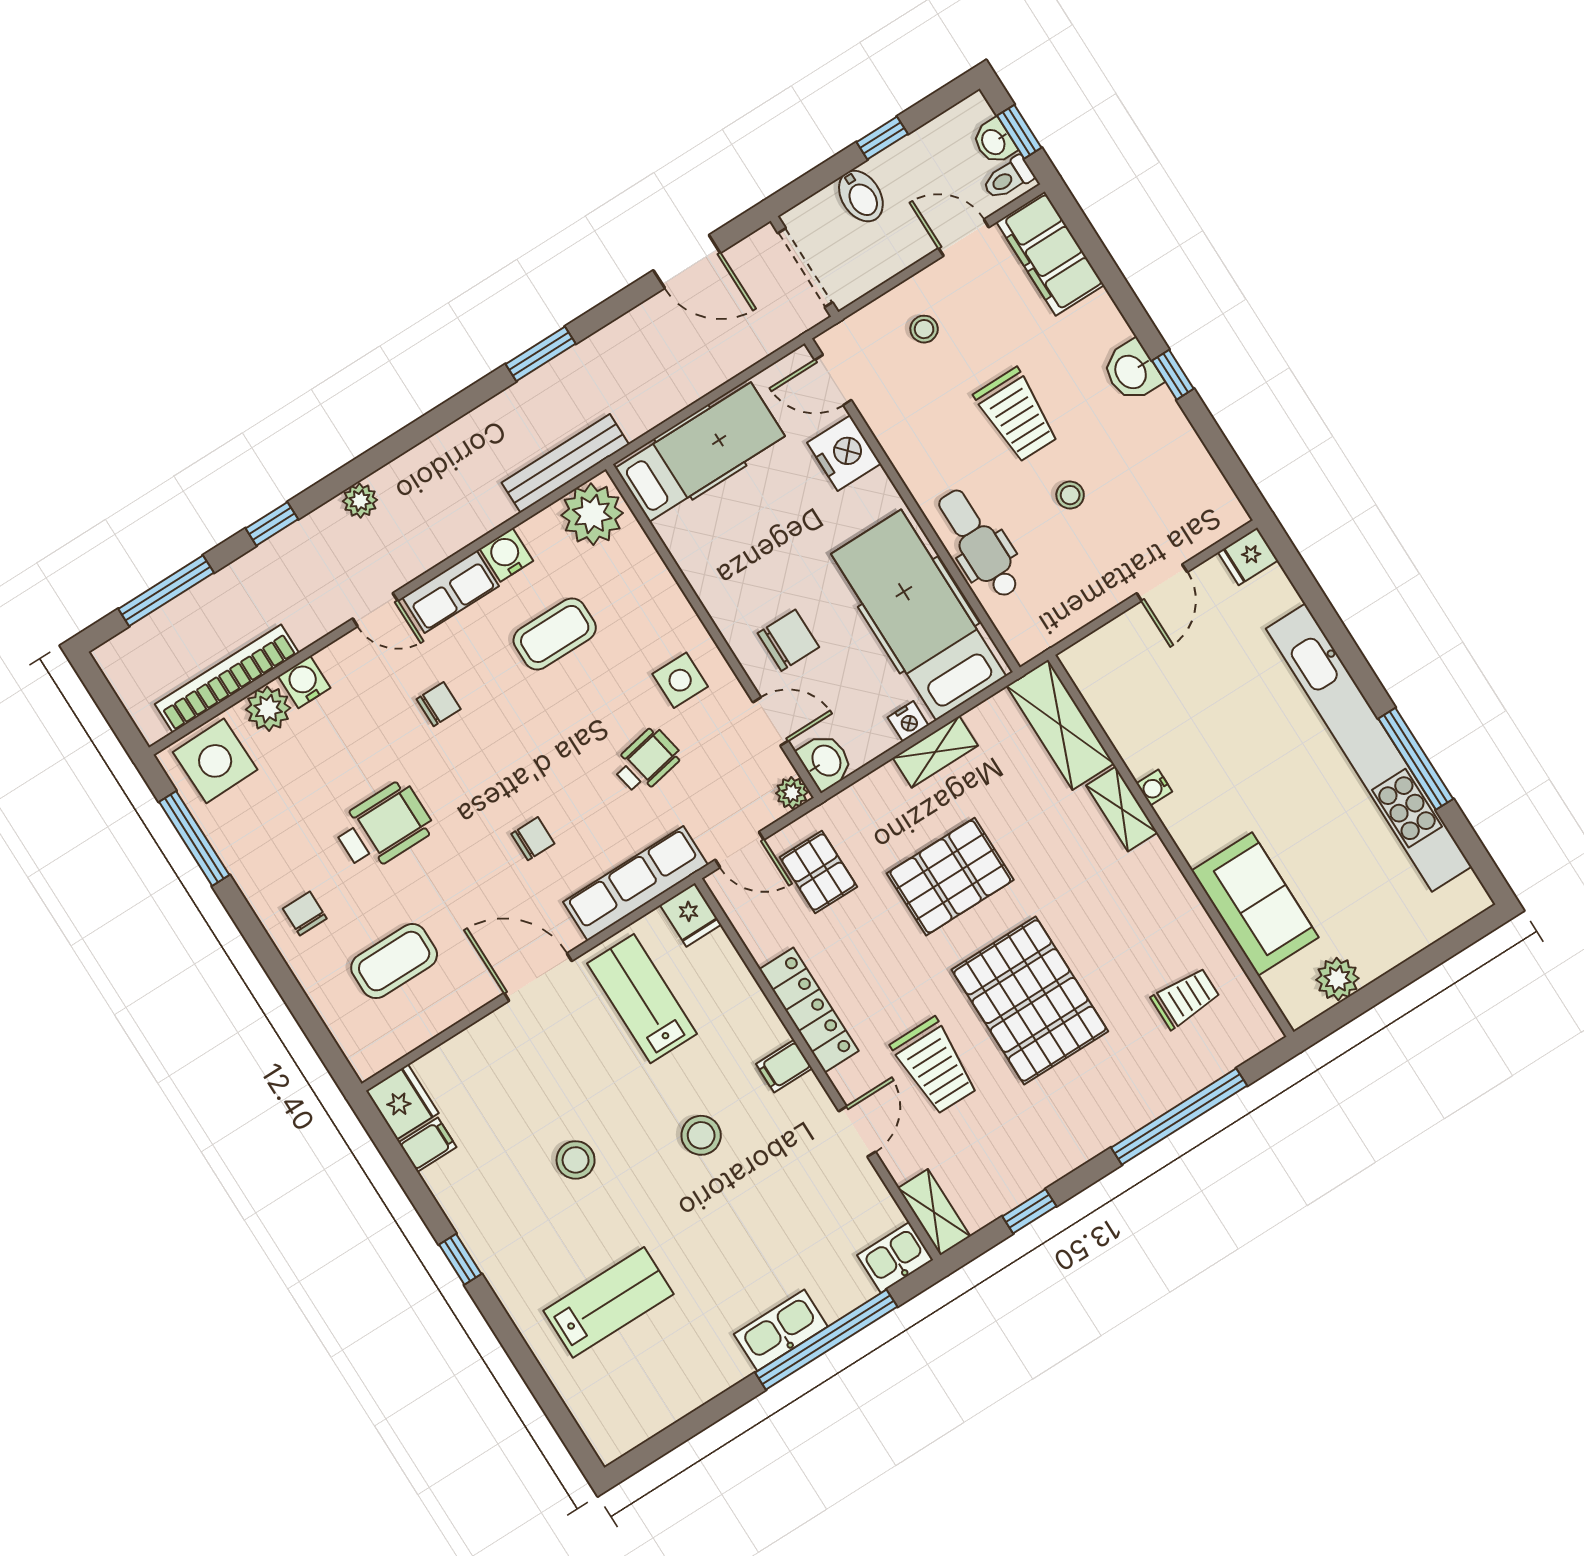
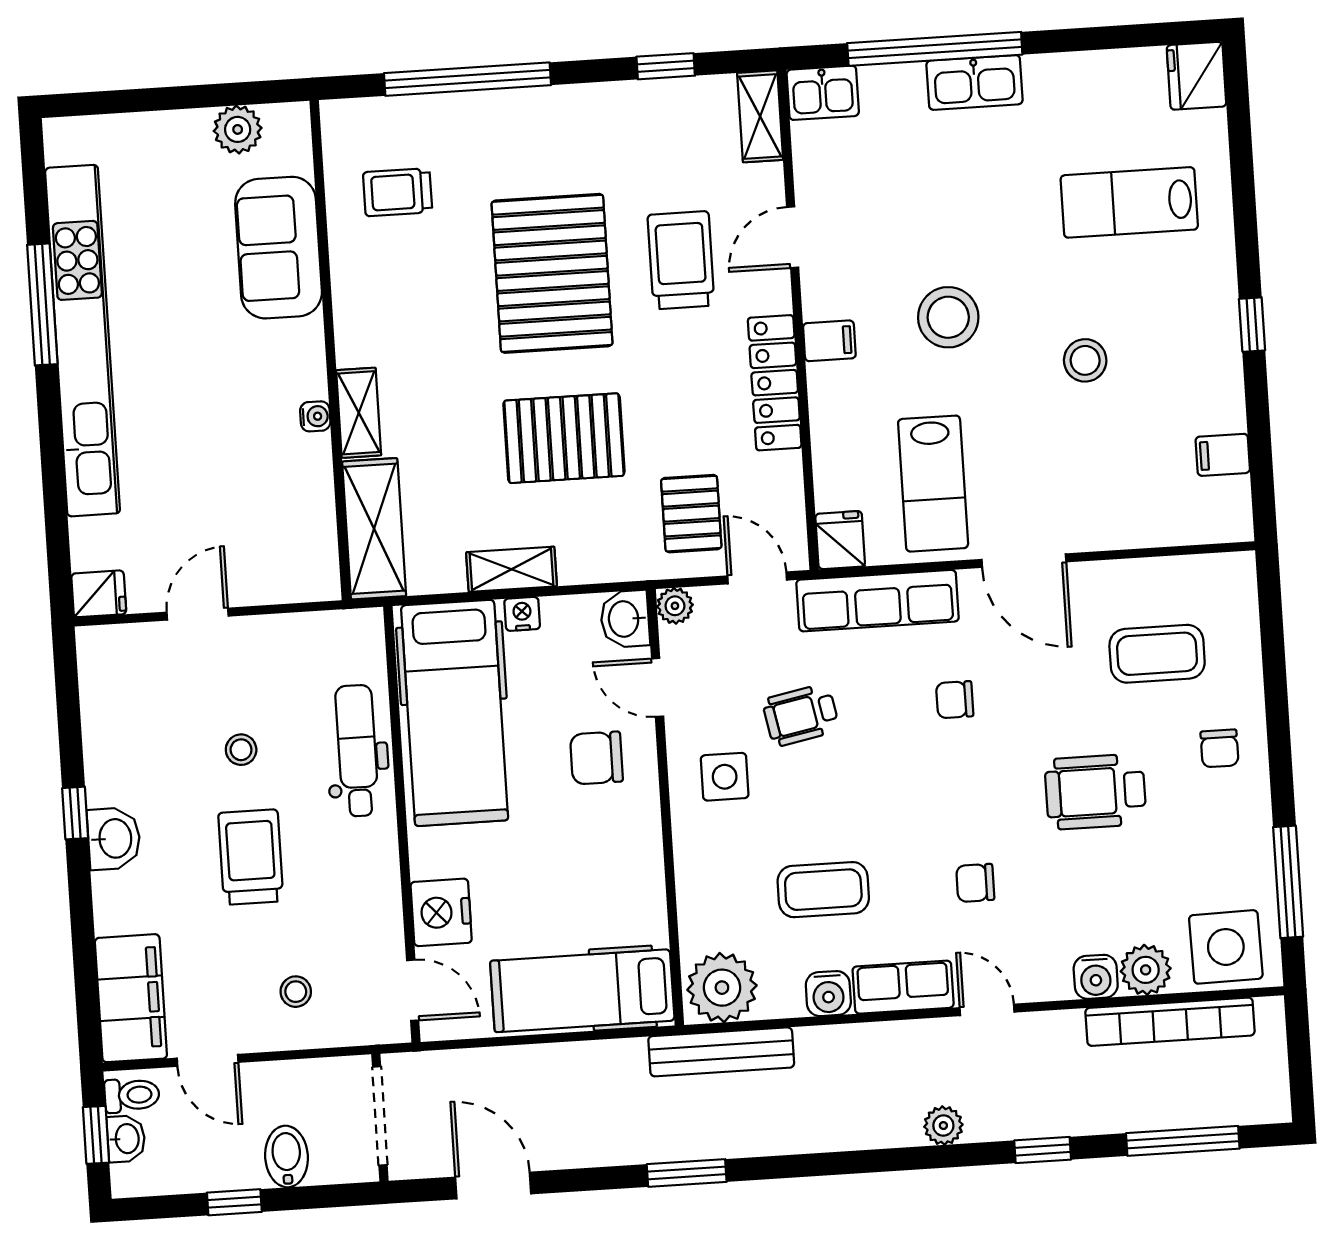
dental chair: (979, 544) -> (357, 751), turned 180
fridge: (402, 1102) -> (1197, 76), moved
stool: (701, 1135) -> (948, 317), width x1.38, depth x1.38

